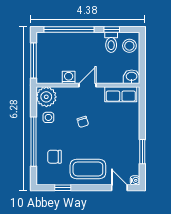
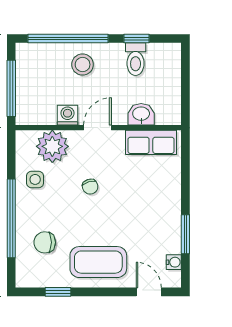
stool: (129, 46) -> (83, 65), moved
washbasin: (132, 77) -> (141, 114), moved
plant: (46, 97) -> (52, 146), moved
water cooler: (135, 180) -> (174, 262), moved

